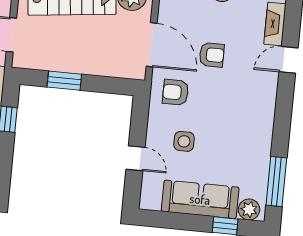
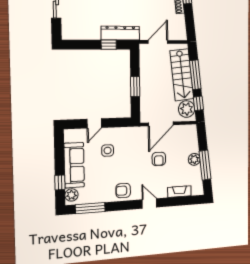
door: (288, 60) -> (149, 203), moved
window: (64, 81) -> (135, 87), moved
armchair: (176, 92) -> (123, 191), moved, turned -90

